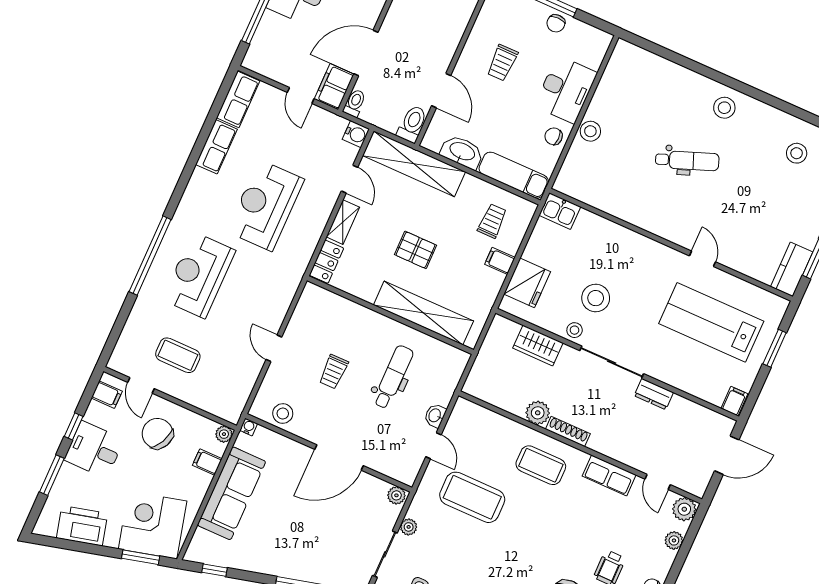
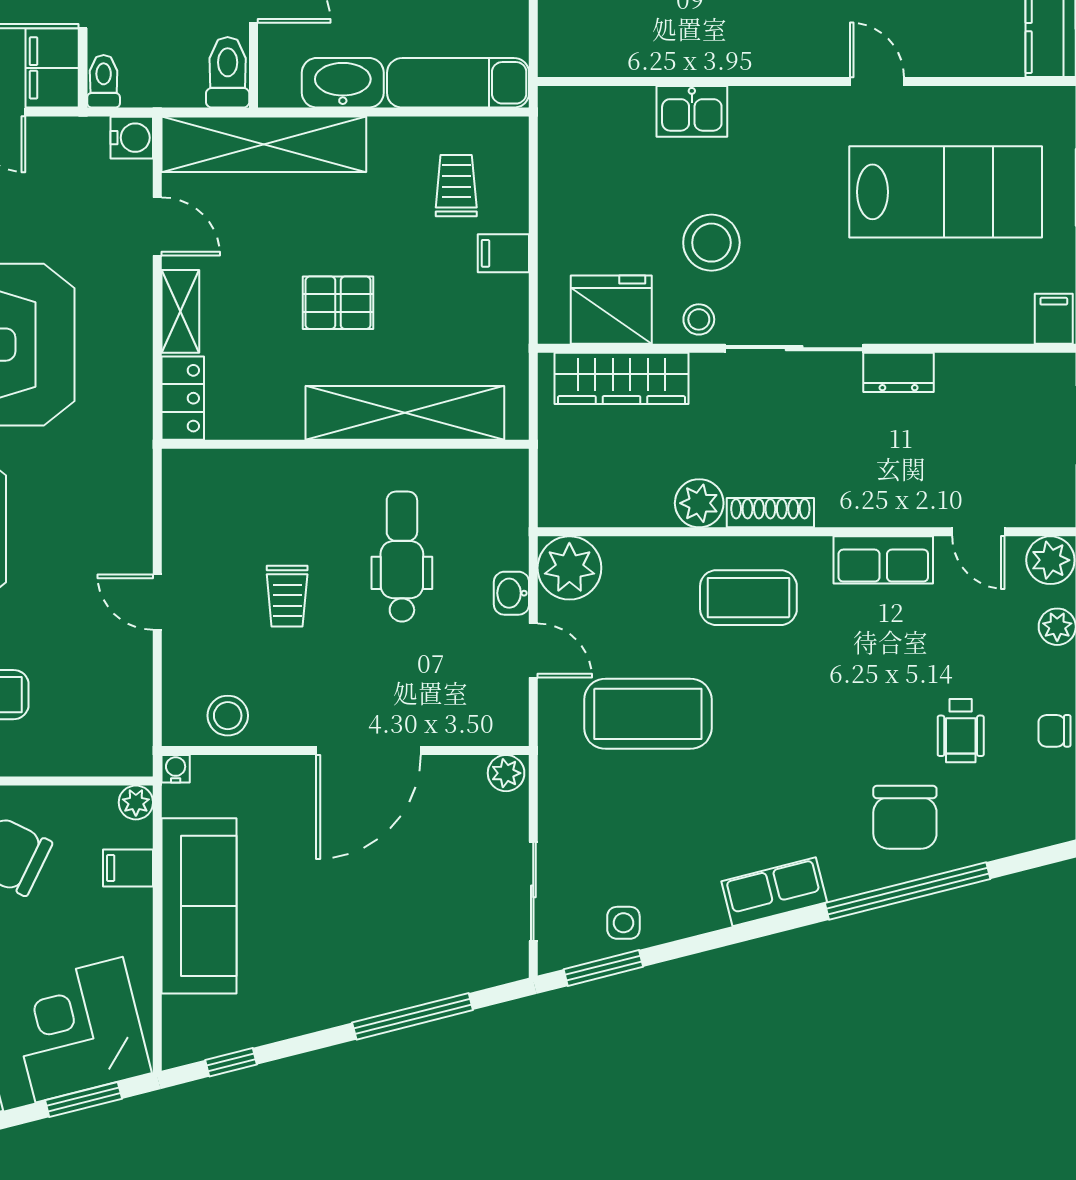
kitchen sink: (560, 211) -> (692, 111), moved
fridge: (527, 283) -> (611, 310), moved, turned -90
lab bench: (711, 322) -> (946, 192), turned 180
wardrobe: (538, 346) -> (621, 378), width x1.50
plant: (409, 527) -> (569, 568), moved, width x1.88, depth x1.88

